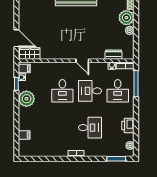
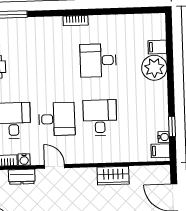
wardrobe: (30, 53) -> (113, 176), moved
door: (82, 61) -> (55, 166), moved
plant: (26, 99) -> (154, 68), moved
desk: (90, 128) -> (98, 60), moved

